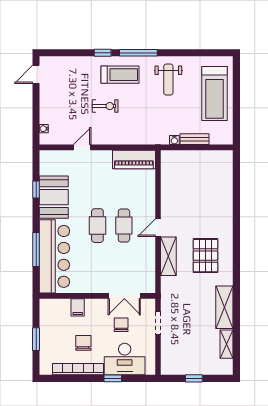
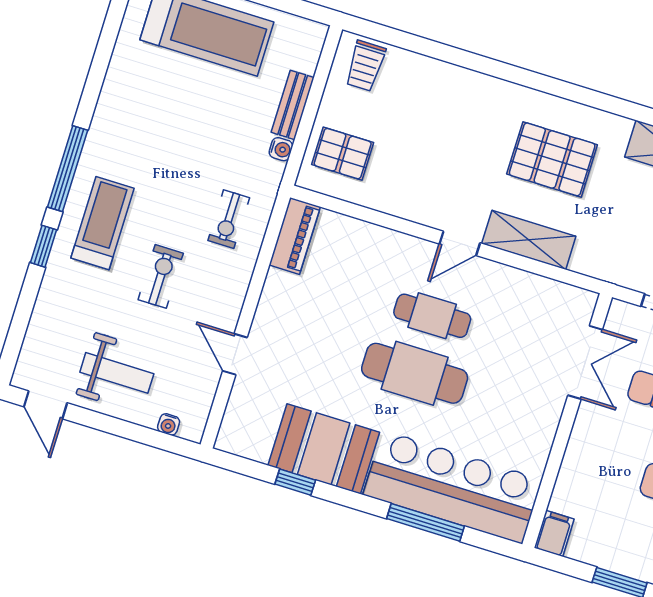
weight bench: (168, 80) -> (117, 373), moved
exercise bike: (138, 127) -> (229, 219), added
piano: (134, 159) -> (295, 236), width x0.73, depth x0.75
trolley: (221, 165) -> (365, 66), added
pallet: (181, 167) -> (343, 154), added
cafe table: (97, 226) -> (415, 373), width x1.37, depth x1.35
door: (158, 228) -> (460, 243), hinge flipped
filing cabinet: (78, 307) -> (554, 533), moved, turned -90

